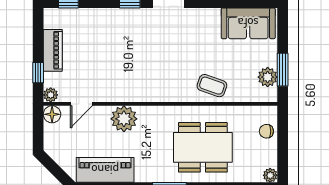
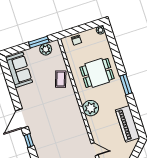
plant: (124, 119) -> (91, 108), moved
dining table: (203, 147) -> (97, 73), width x0.73

